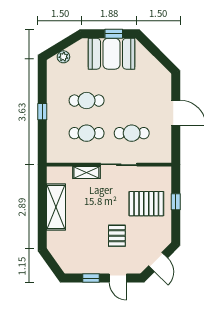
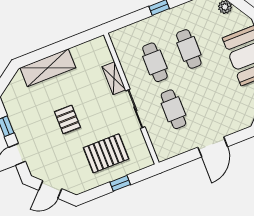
pallet: (146, 204) -> (106, 153), turned 90
shelving: (56, 207) -> (48, 68), moved
pallet: (117, 236) -> (67, 119), moved, turned 90

